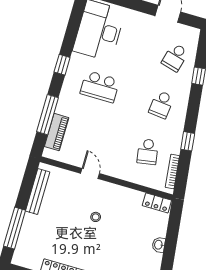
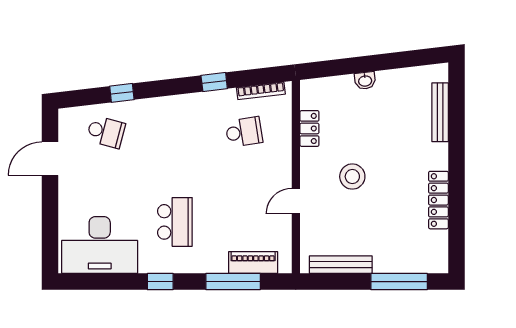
school desk: (161, 105) -> (175, 132), removed
locker: (157, 203) -> (309, 128), moved
stool: (96, 217) -> (352, 177), width x1.89, depth x1.89

